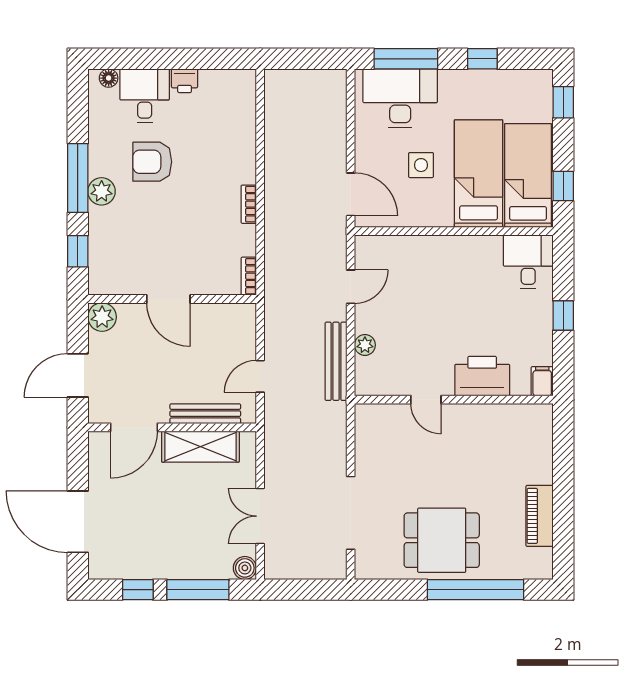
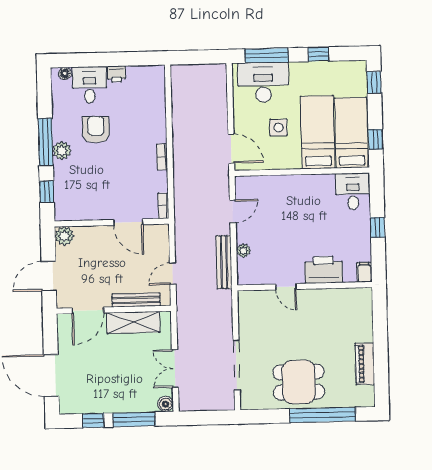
armchair: (152, 162) -> (96, 130), turned 90
door: (168, 299) -> (128, 222), moved

